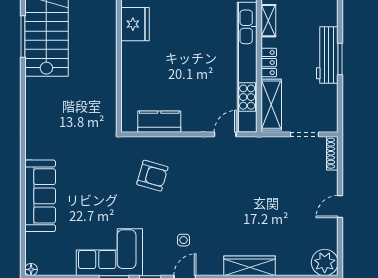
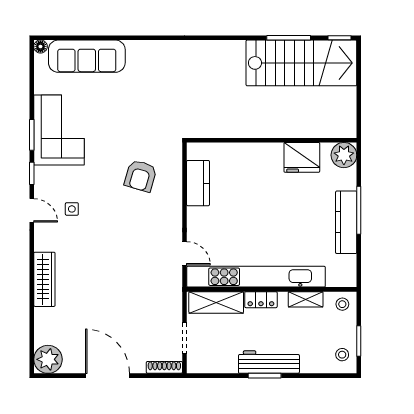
sofa: (40, 196) -> (87, 56), moved
door: (340, 207) -> (108, 376), width x1.88

